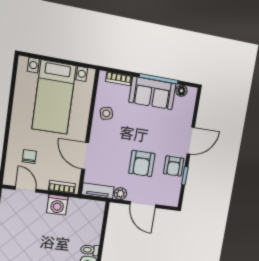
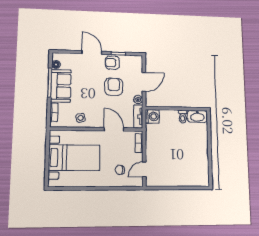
door: (85, 156) -> (114, 129), swing flipped
armchair: (142, 163) -> (114, 87), turned -90
armchair: (174, 166) -> (112, 63), turned 180
washing machine: (57, 205) -> (152, 116), moved

